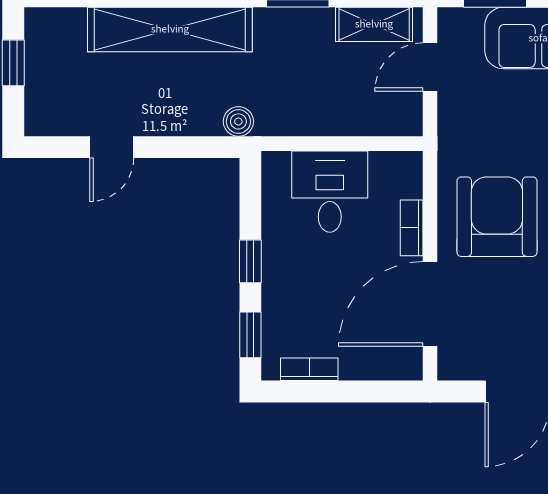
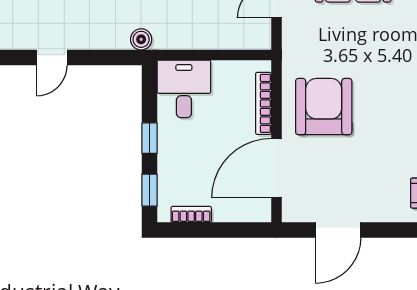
desk: (330, 192) -> (184, 89), moved
bookcase: (412, 228) -> (263, 103), width x1.56

